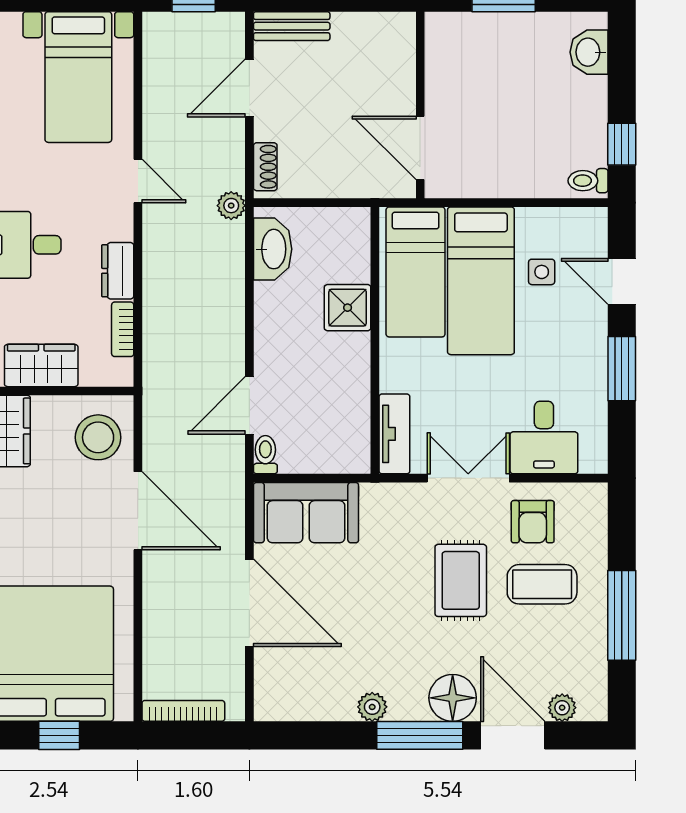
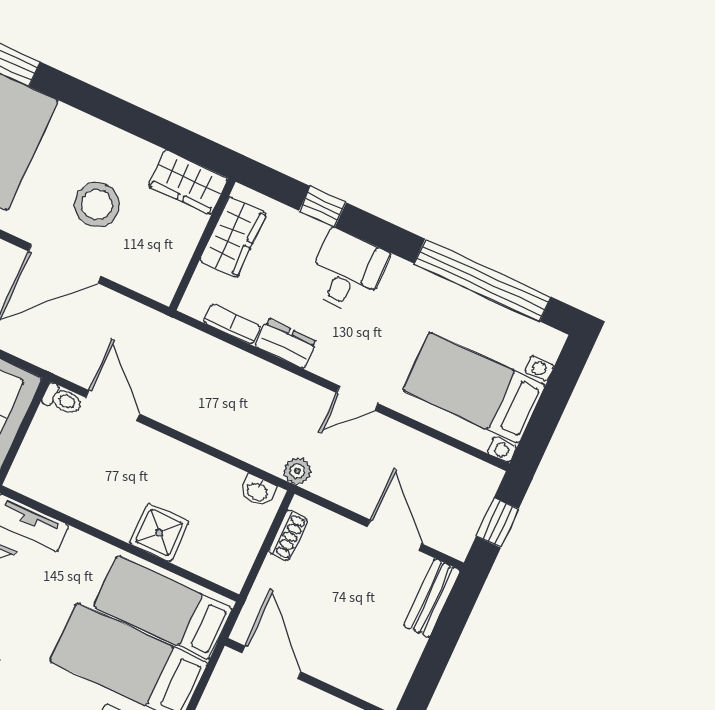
door: (420, 148) -> (271, 662), hinge flipped
shoe rack: (265, 167) -> (288, 536), moved, turned -90
washbasin: (273, 249) -> (257, 491), width x0.52, depth x0.69
stool: (98, 437) -> (97, 204), moved

